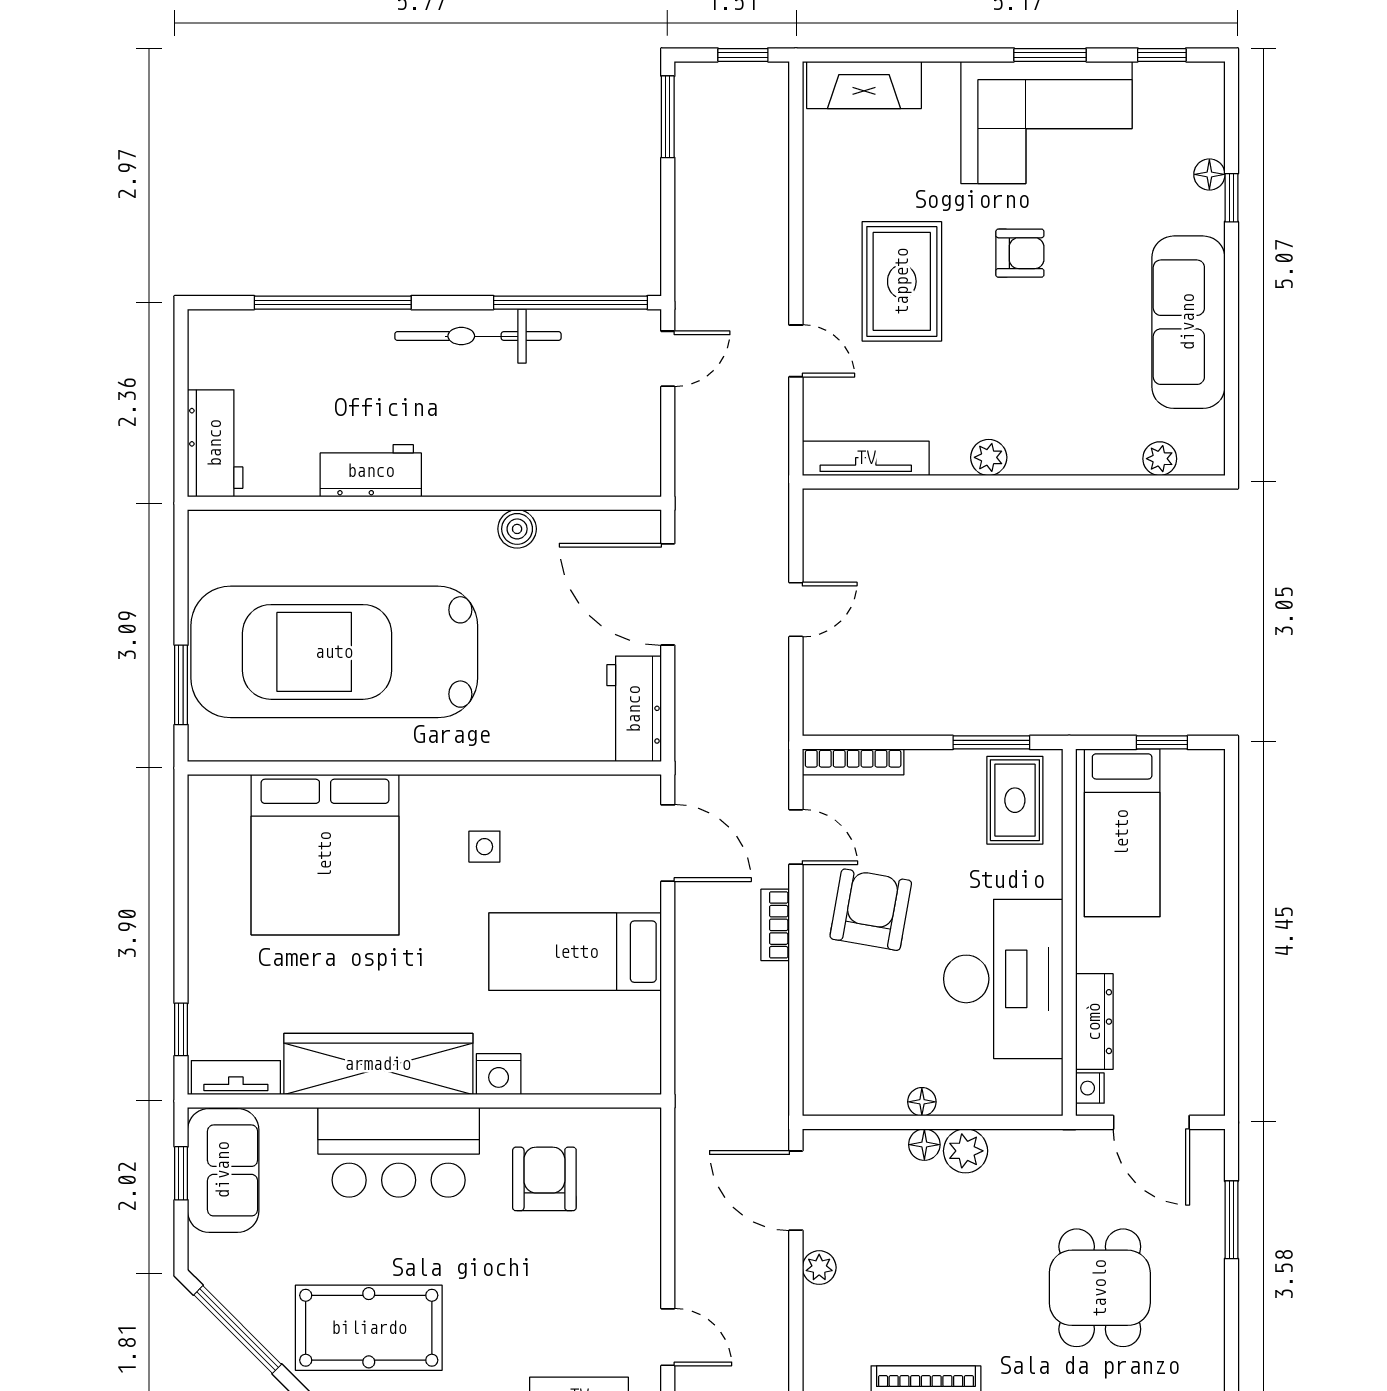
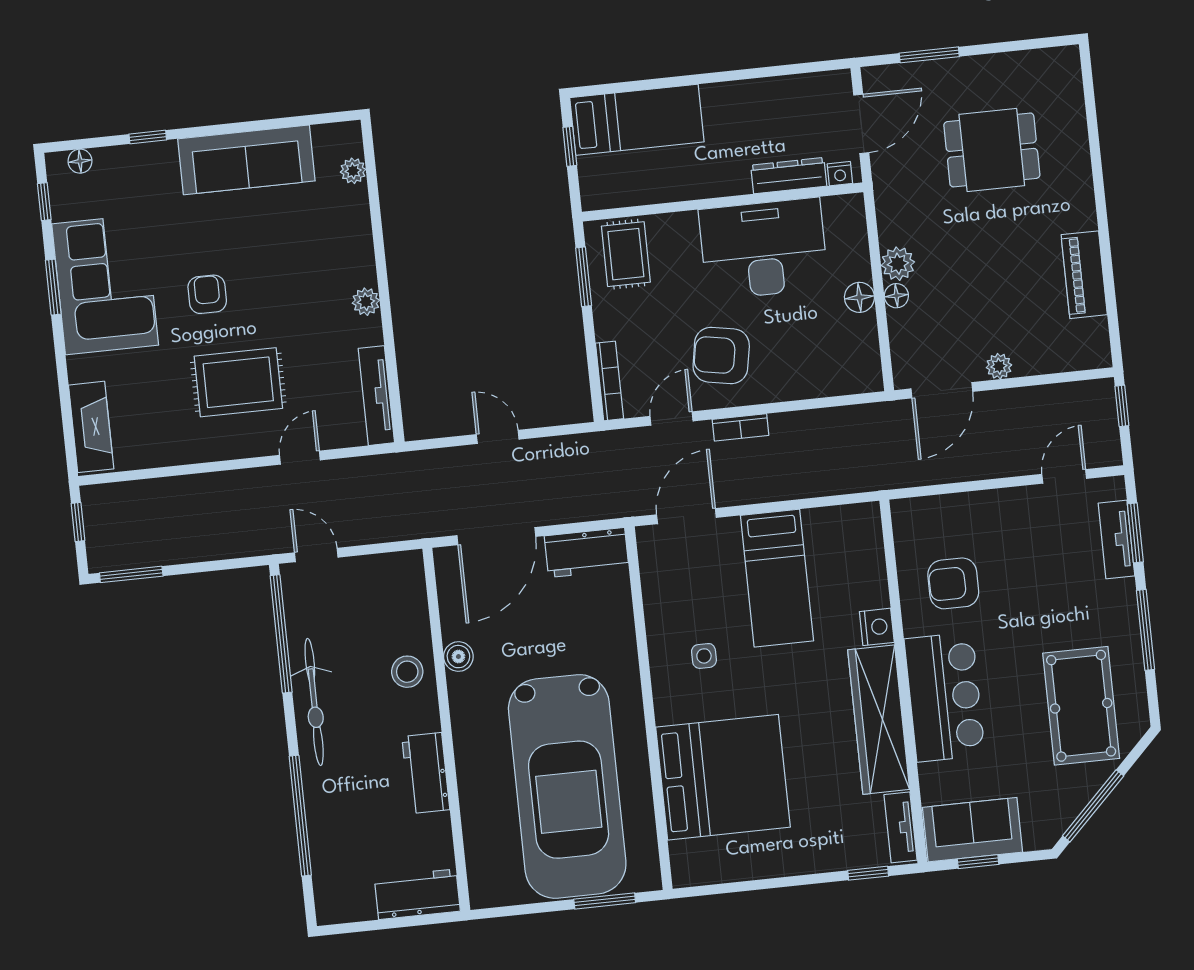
floor lamp: (1209, 174) -> (80, 161), moved
stool: (504, 461) -> (407, 672), added
rug: (1015, 800) -> (626, 254), turned 90
bed: (1122, 833) -> (637, 120), moved
floor lamp: (922, 1102) -> (859, 297), width x1.37, depth x1.37

